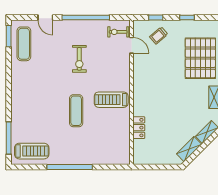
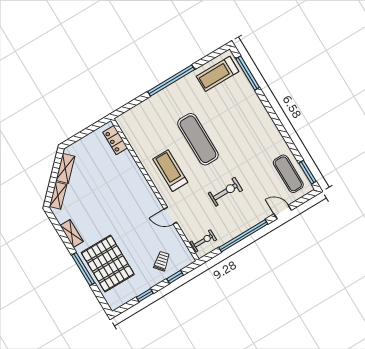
door: (131, 45) -> (170, 216), moved
exercise bike: (79, 59) -> (225, 192), turned 90
treadmill: (111, 100) -> (170, 171), turned -90
exercise mat: (76, 111) -> (198, 139), width x1.36, depth x1.45
locker: (139, 128) -> (115, 140), moved

